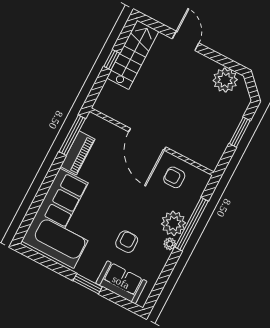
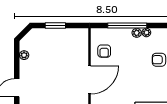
plant: (225, 80) -> (24, 55), width x0.53, depth x0.53
plant: (173, 223) -> (137, 33), width x0.53, depth x0.53

